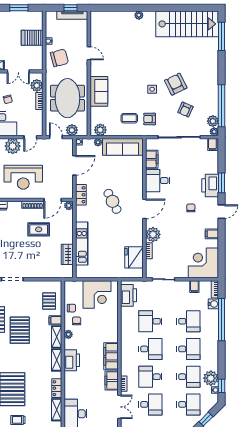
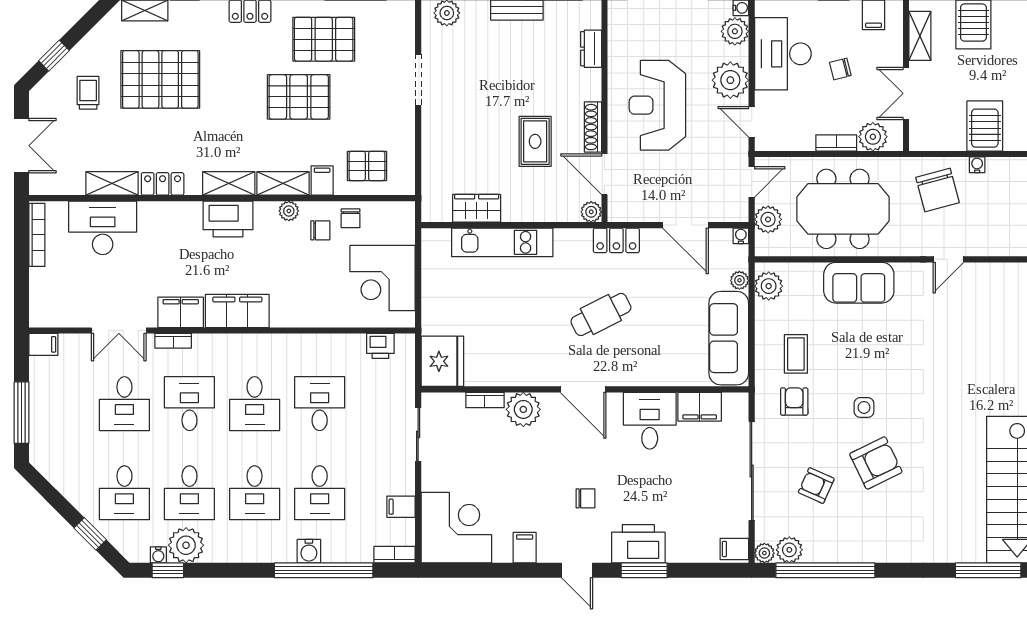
fridge: (134, 257) -> (442, 361), moved, turned 90
printer: (128, 295) -> (380, 346), width x0.53, depth x0.68
water cooler: (213, 304) -> (309, 551), moved

